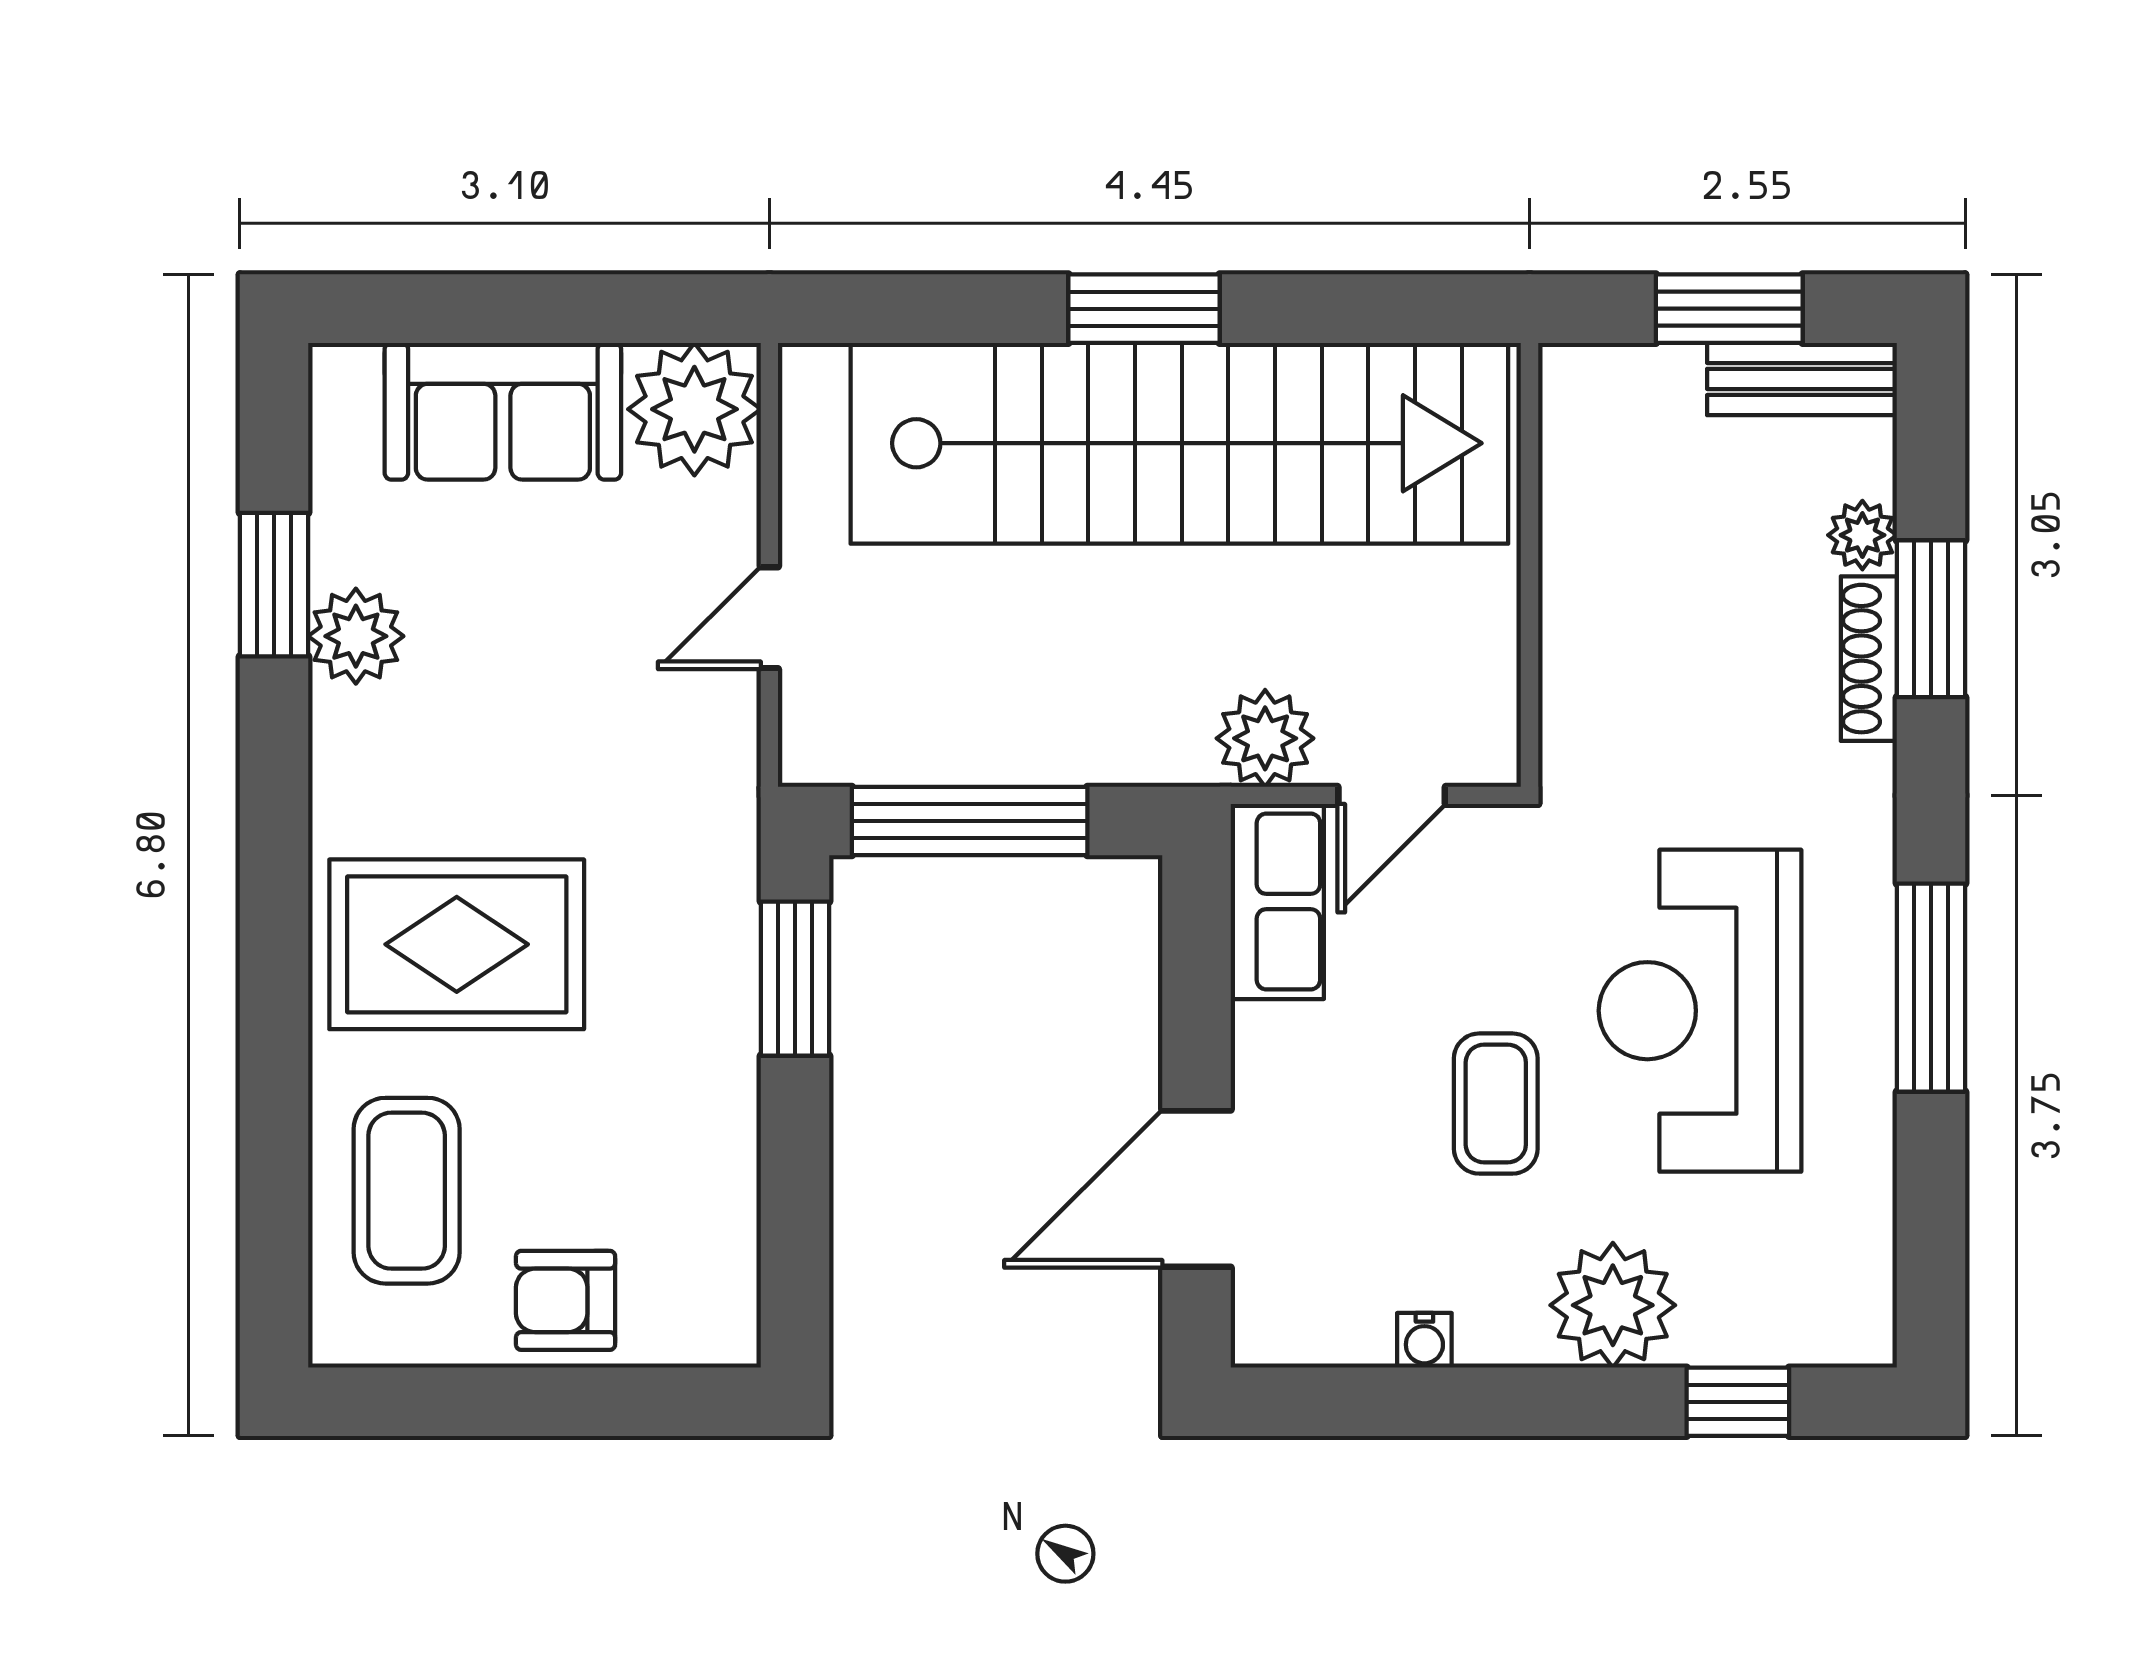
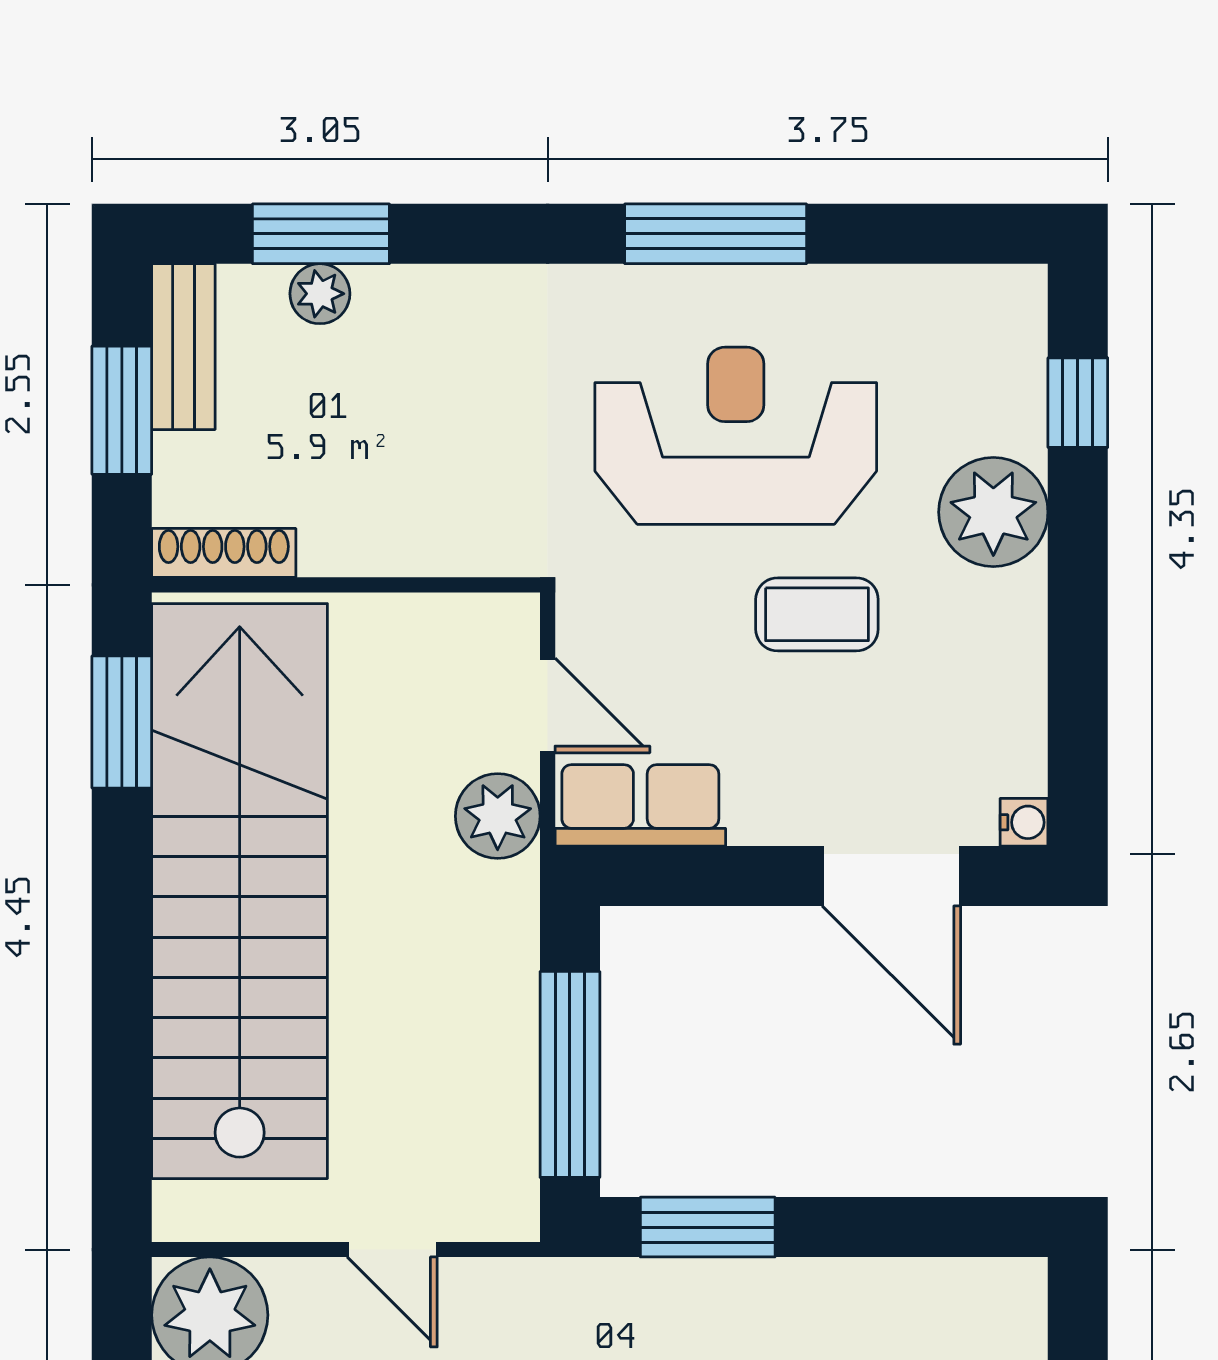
window: (1144, 309) -> (122, 722), moved
window: (1931, 619) -> (321, 234), moved
shoe rack: (1869, 659) -> (224, 553), moved, turned 180
reception desk: (1700, 1011) -> (736, 436), turned 180
water cooler: (1424, 1340) -> (1024, 822), moved

